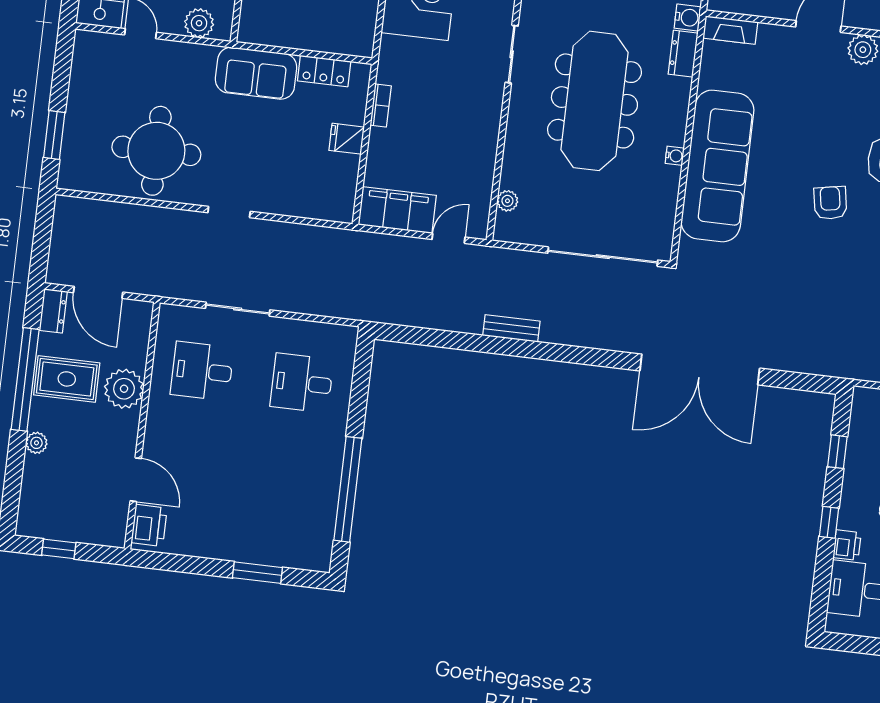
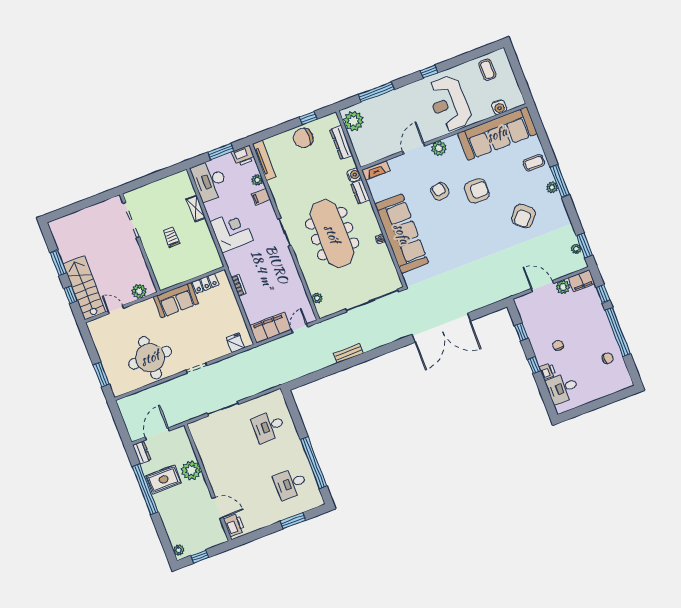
fridge: (347, 139) -> (235, 343), moved, turned 90
armchair: (830, 203) -> (440, 191), moved
door: (98, 292) -> (157, 434), swing flipped
desk: (202, 371) -> (290, 484), moved
plant: (36, 443) -> (179, 550), moved

